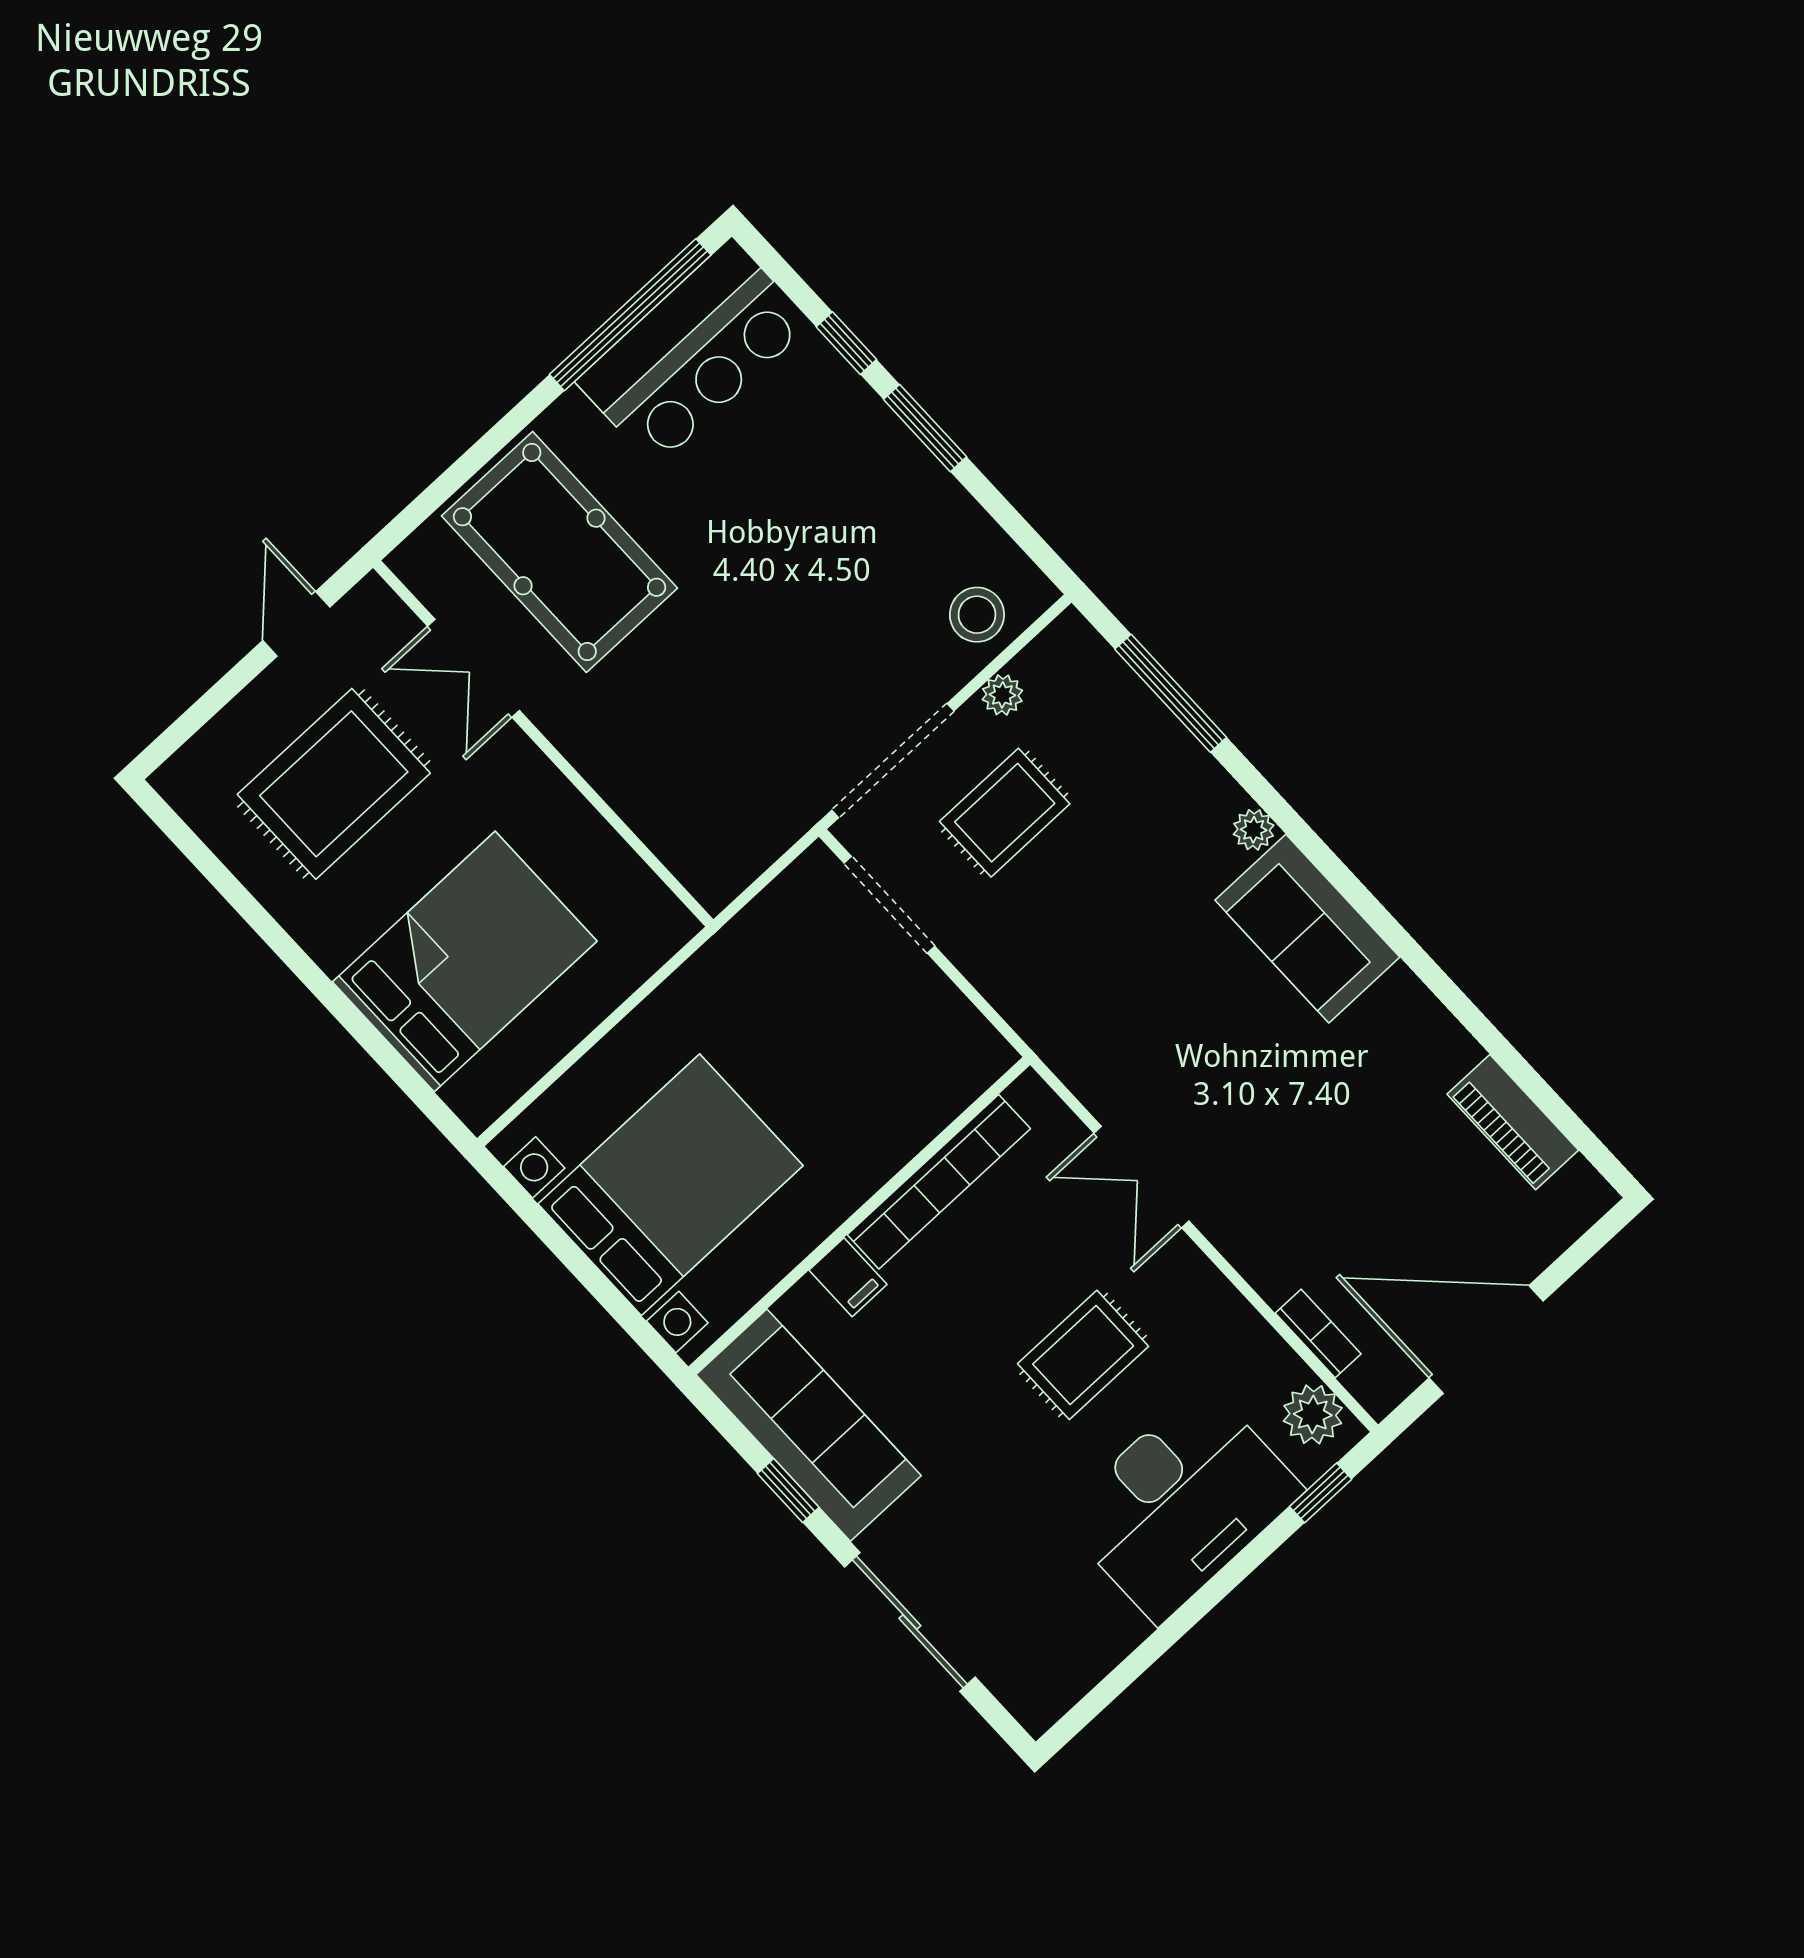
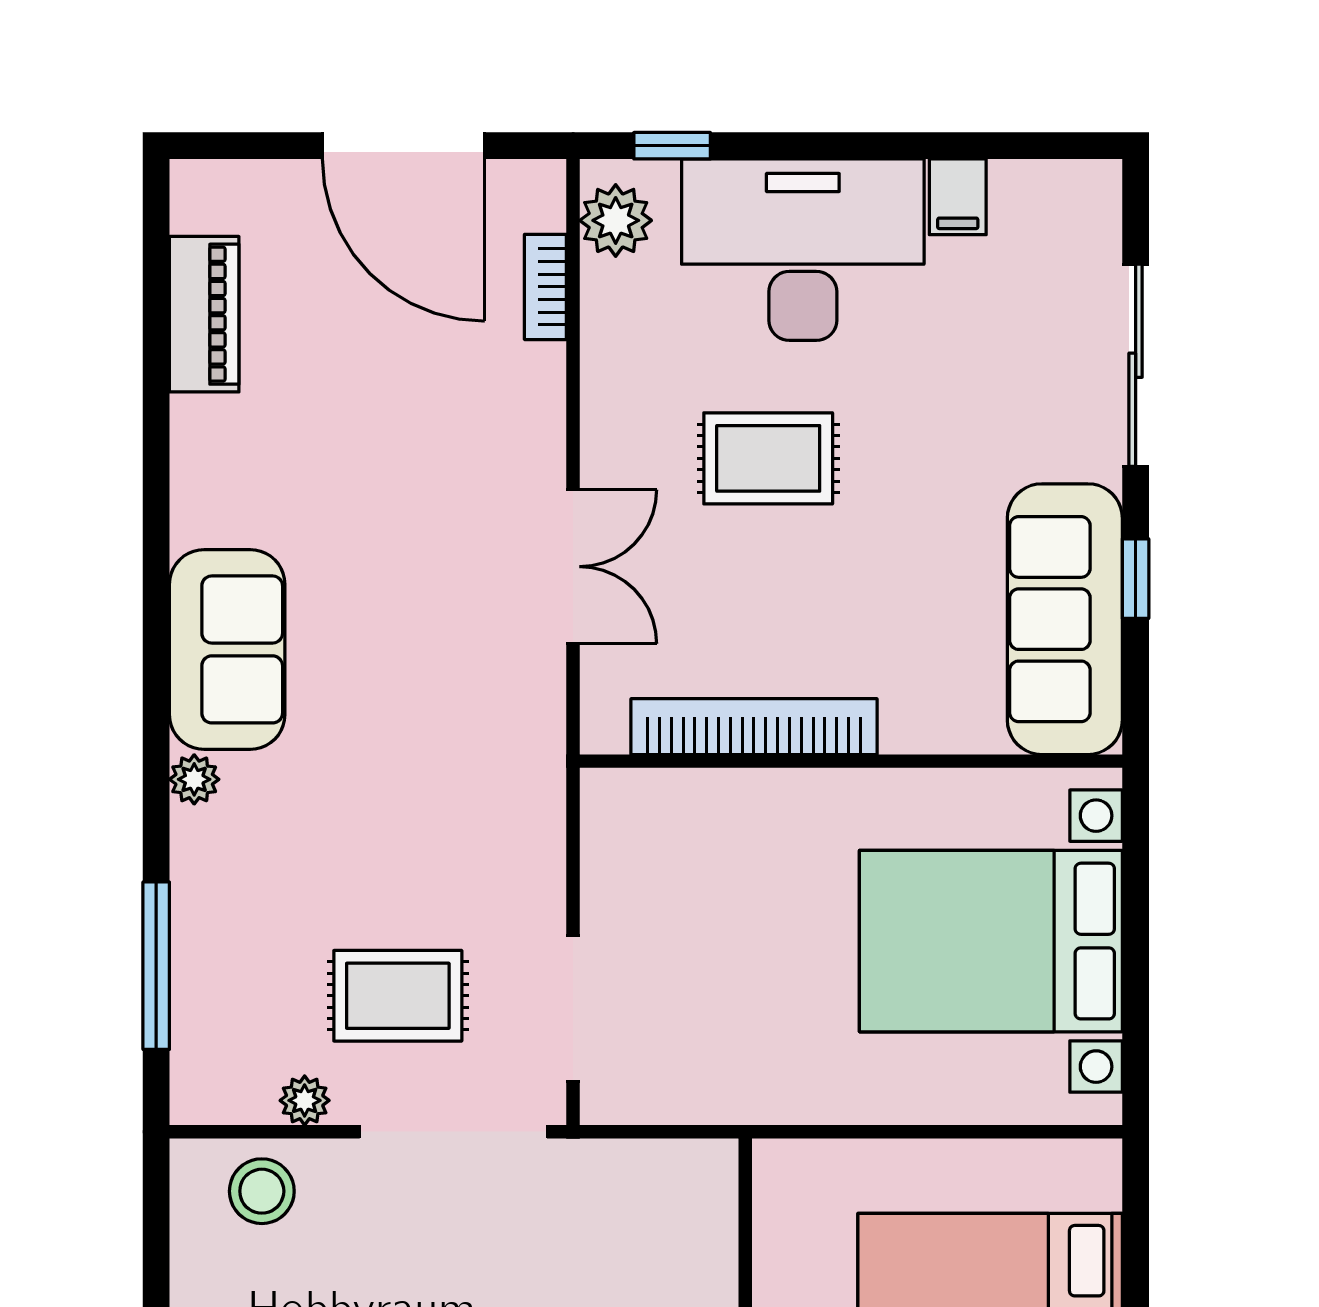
filing cabinet: (848, 1277) -> (958, 197), moved, turned 180

